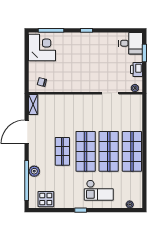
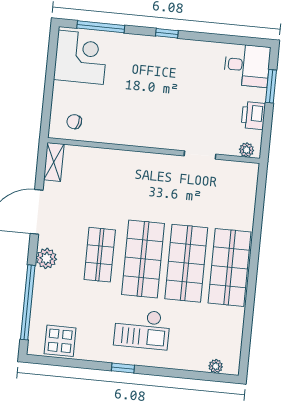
plant: (34, 171) -> (46, 258), moved
checkout: (99, 190) -> (142, 329), moved

